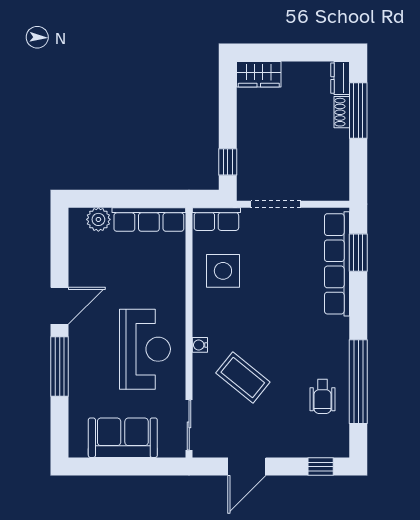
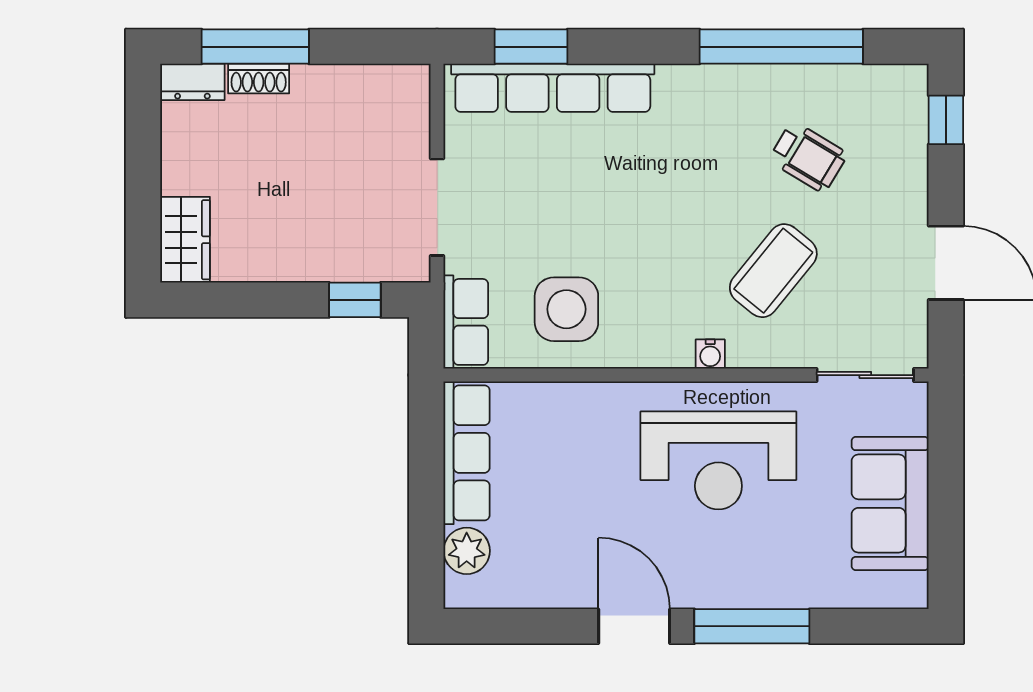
reception desk: (145, 349) -> (718, 460), turned 180
wheelchair: (322, 396) -> (808, 157), moved, turned 31

